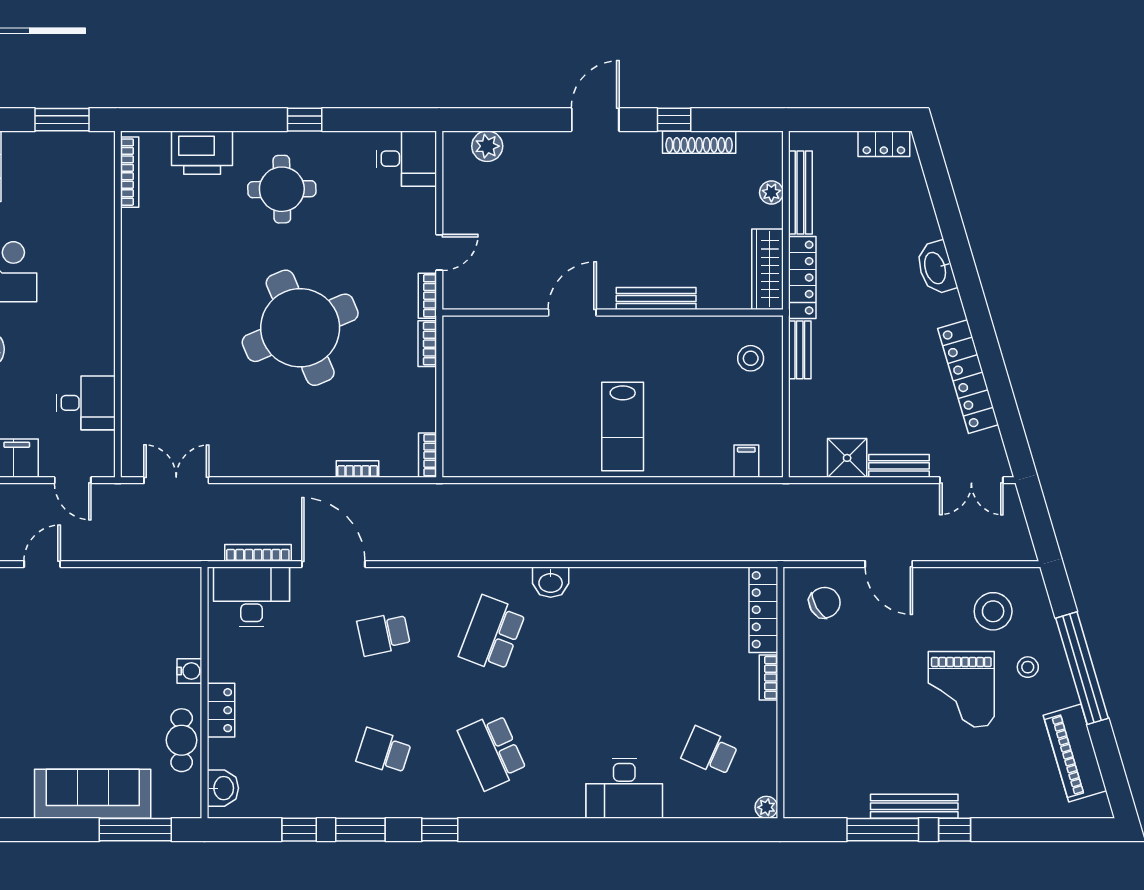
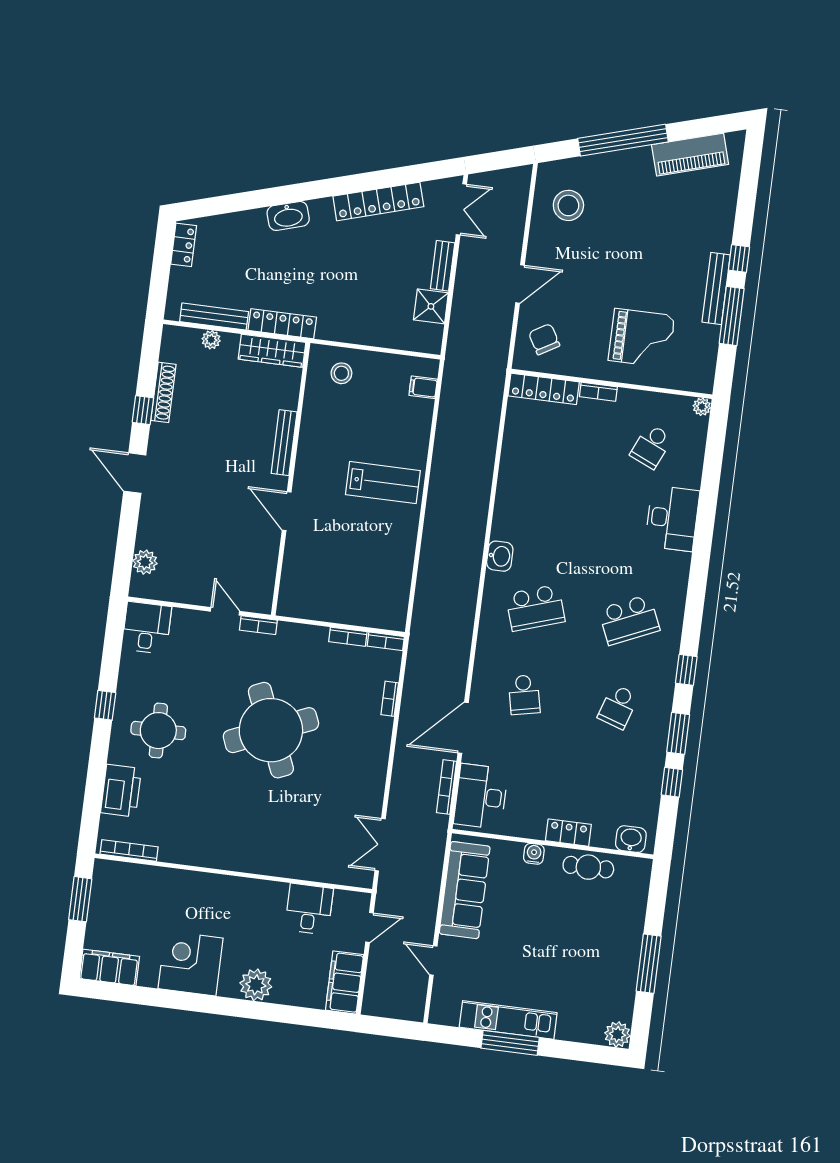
bookcase: (427, 344) -> (348, 637), moved
bench: (800, 350) -> (340, 333), removed
school desk: (492, 634) -> (535, 608), turned -39
stool: (1028, 667) -> (617, 183), removed
grand piano: (961, 689) -> (642, 338), moved
sofa: (93, 794) -> (465, 890), moved, turned 180
window: (135, 830) -> (649, 964), moved

